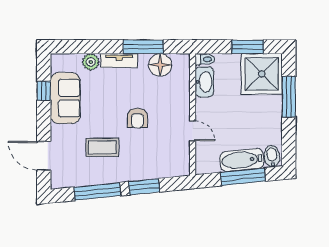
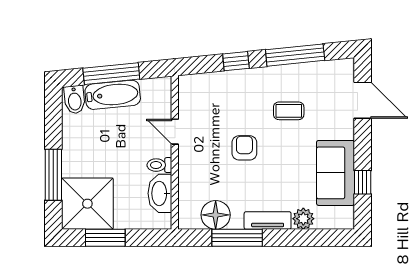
toilet: (205, 59) -> (159, 165), moved
coffee table: (102, 147) -> (289, 111), width x0.73, depth x0.77
window: (144, 187) -> (236, 61), width x0.67

